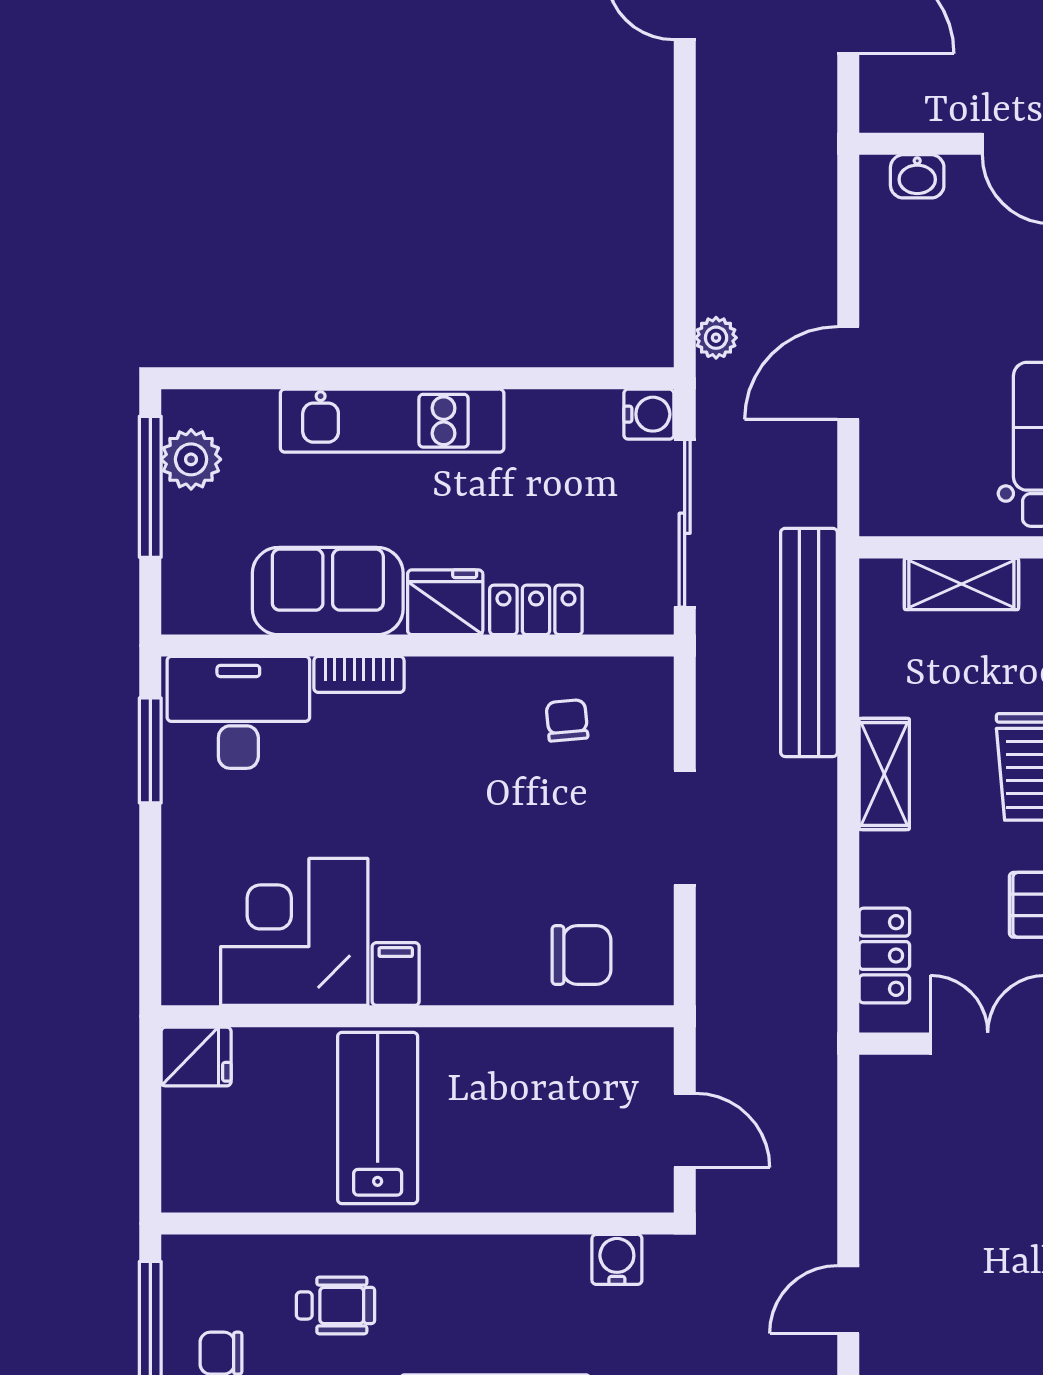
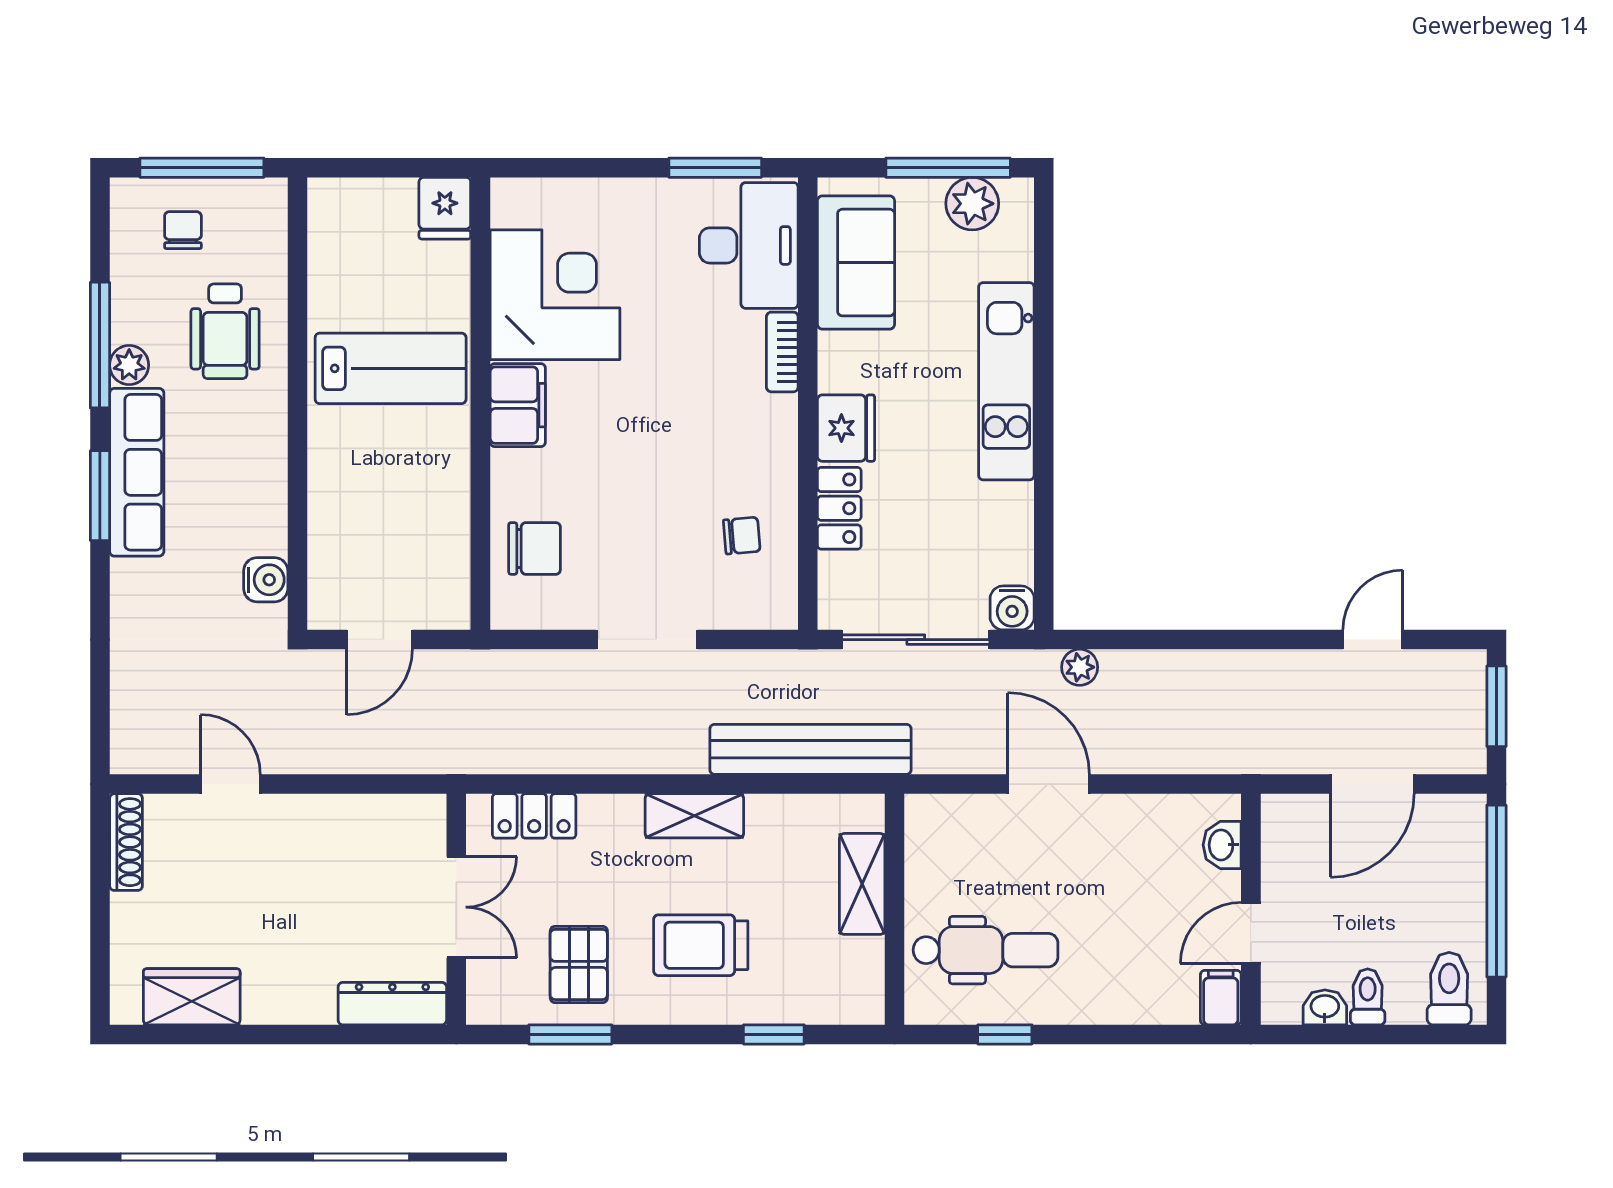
sofa: (328, 591) -> (856, 263), moved
chair: (581, 955) -> (535, 548), turned -90
filing cabinet: (396, 974) -> (518, 405), width x2.00
wheelchair: (336, 1305) -> (225, 331), width x1.36, depth x1.37

